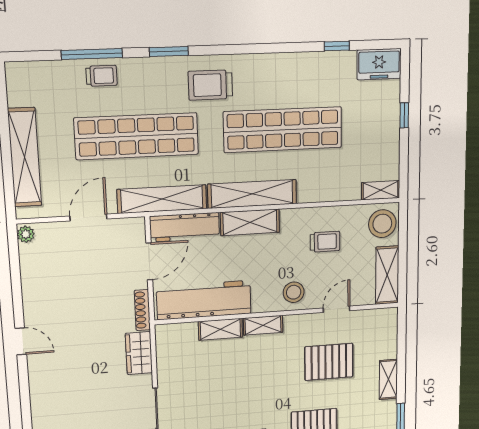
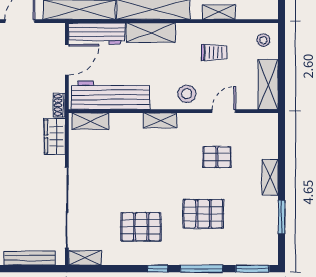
shelving: (381, 190) -> (219, 12), moved
stool: (382, 224) -> (264, 40), width x0.53, depth x0.53
shoe rack: (142, 310) -> (59, 105), width x0.70
shelving: (220, 329) -> (91, 121), moved
pallet: (329, 362) -> (217, 157), width x0.67, depth x0.71

